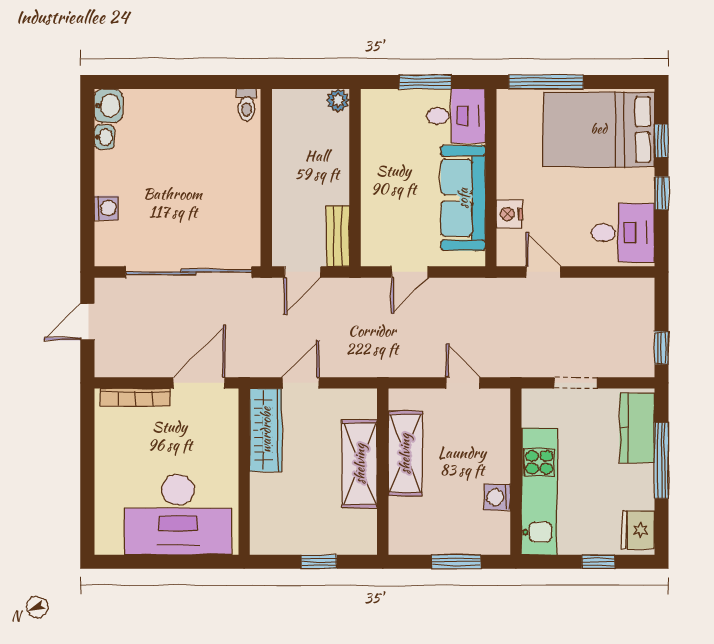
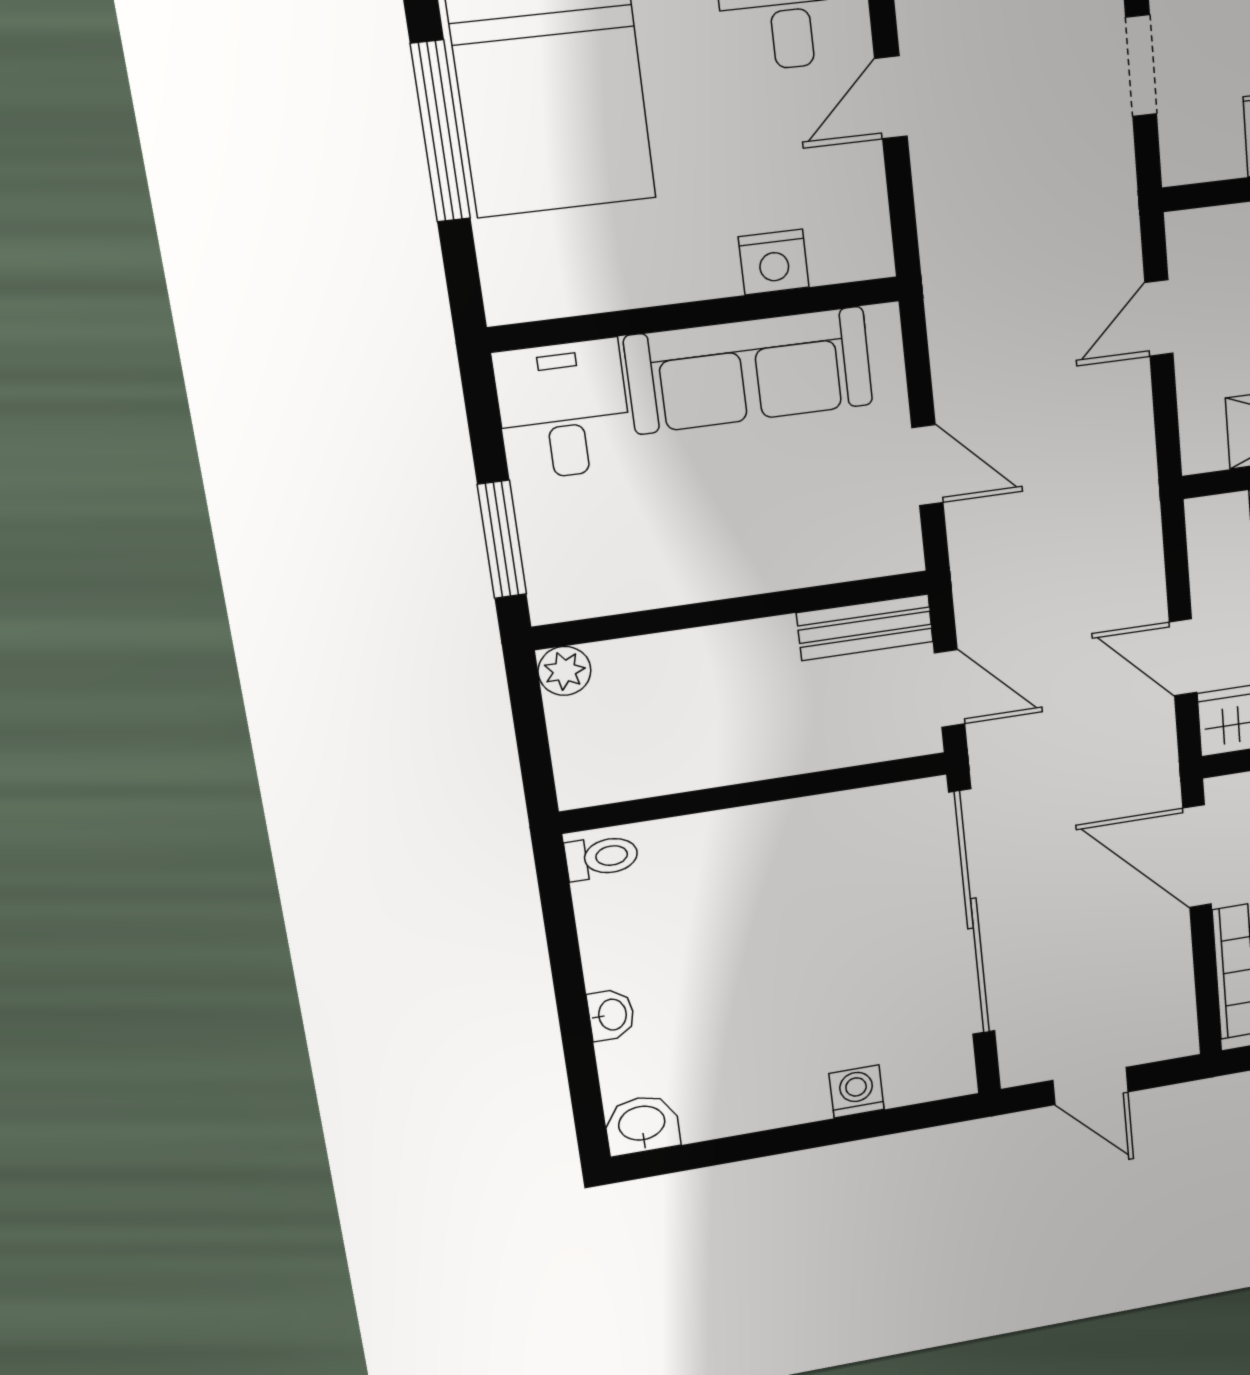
window: (426, 82) -> (502, 539), moved
window: (546, 82) -> (441, 132), moved
washbasin: (104, 137) -> (611, 1015), moved, turned 90
door: (543, 272) -> (891, 97), moved

